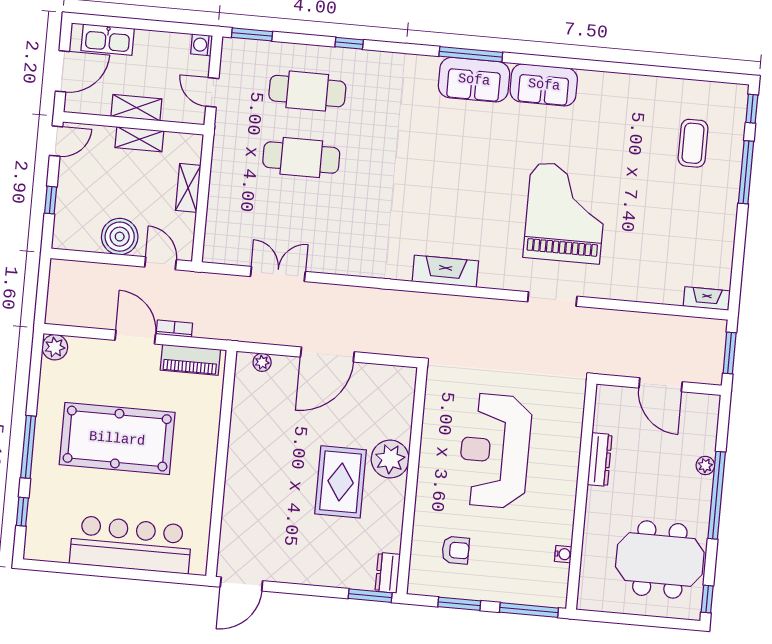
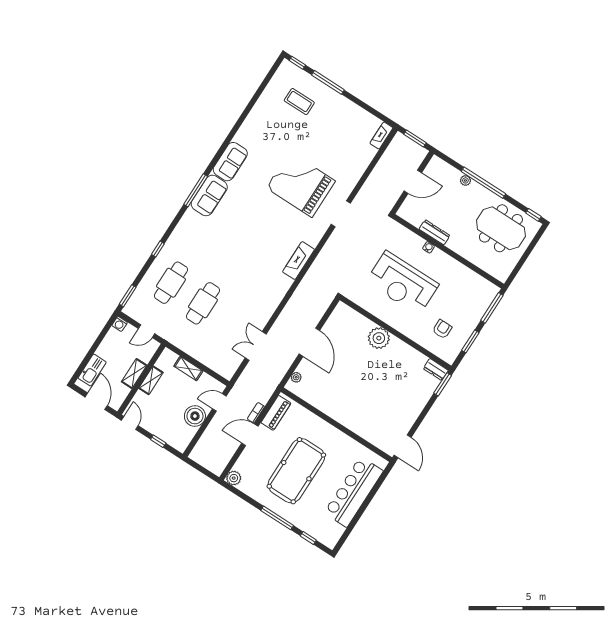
rug: (341, 482) -> (377, 369), removed
water cooler: (563, 554) -> (429, 247), moved
meeting table: (660, 559) -> (501, 228), turned 90

